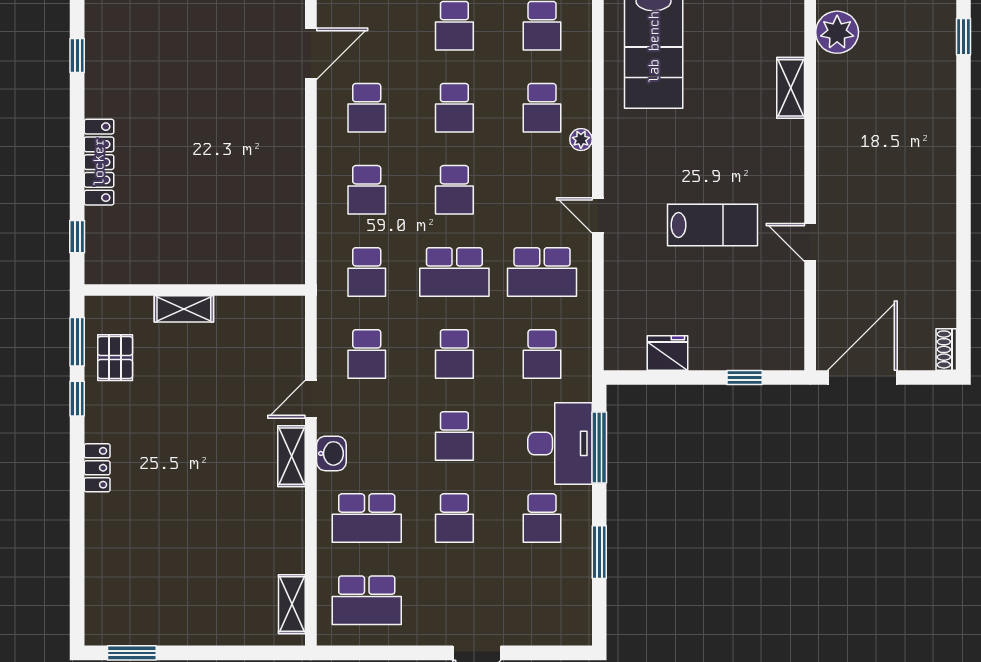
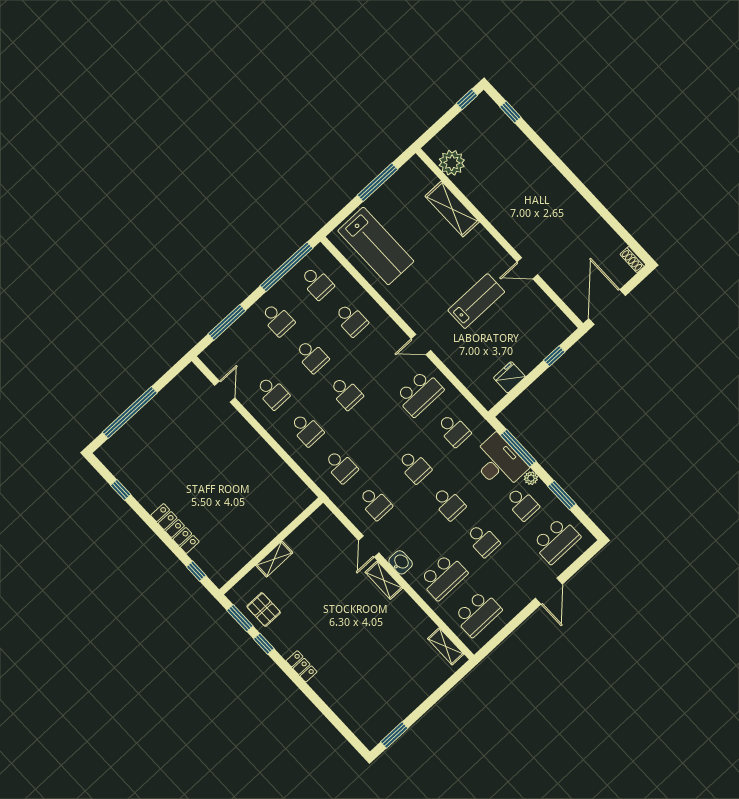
door: (311, 54) -> (225, 392), width x0.73
shelving: (791, 88) -> (452, 209), width x1.50, depth x1.33
plant: (581, 139) -> (531, 478), moved
school desk: (454, 272) -> (556, 540), moved

